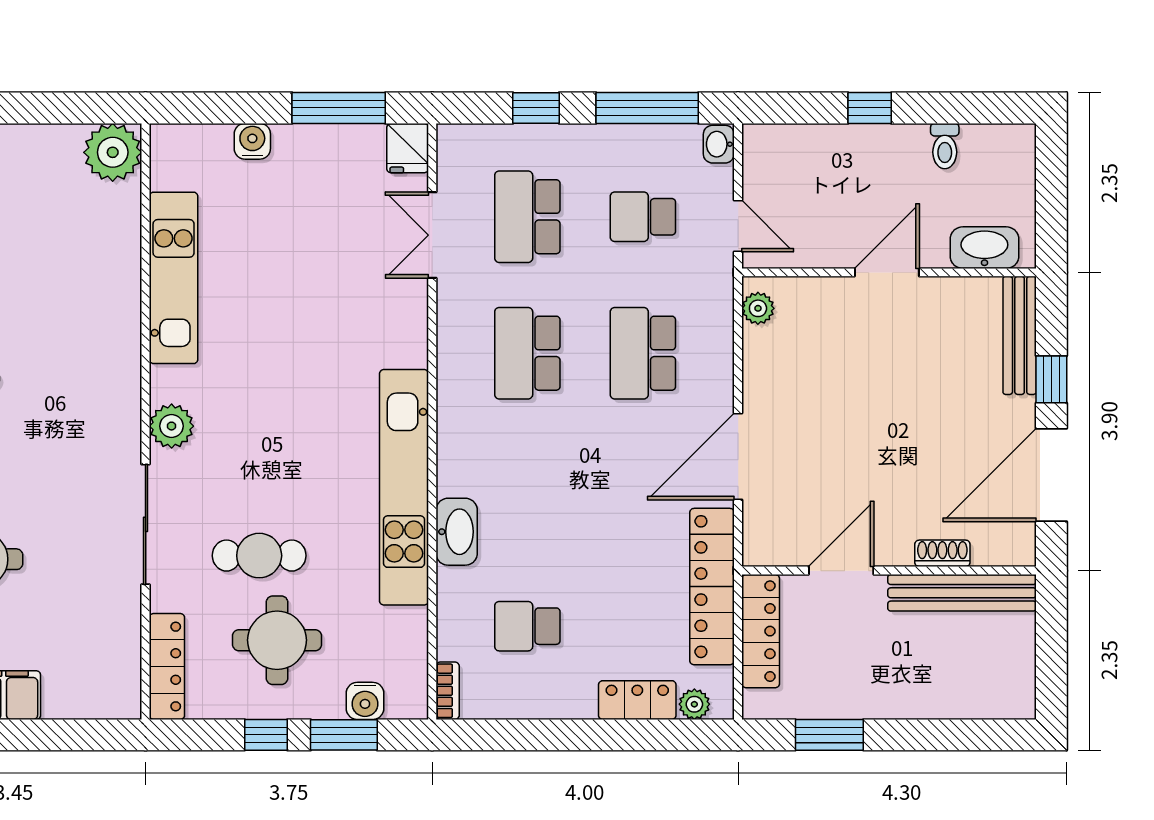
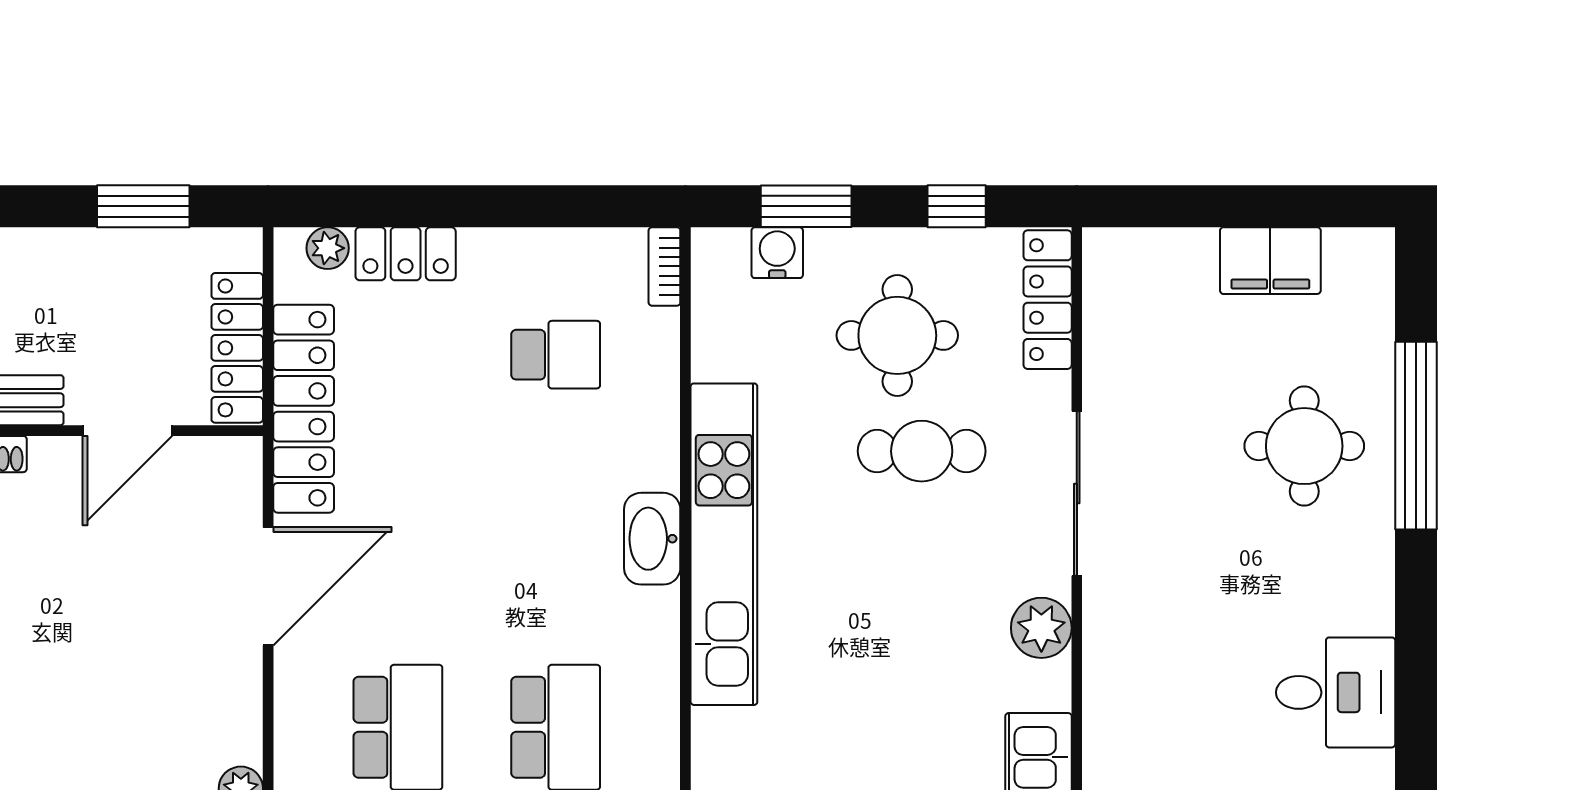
washbasin: (457, 532) -> (652, 539), moved
window: (266, 735) -> (957, 206), moved

